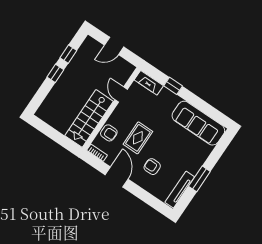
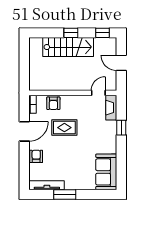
window: (68, 54) -> (103, 33), moved
door: (121, 95) -> (98, 93), moved
stairs: (89, 118) -> (68, 47), moved, turned 180
sofa: (198, 123) -> (106, 172), width x0.73
armchair: (152, 167) -> (36, 156), moved

